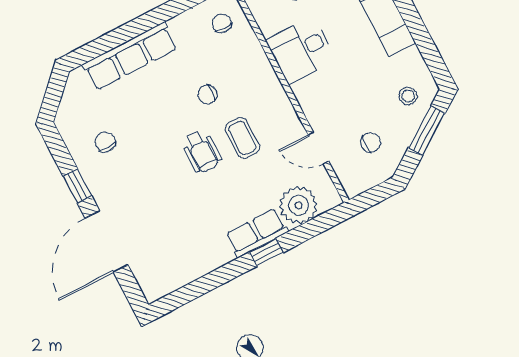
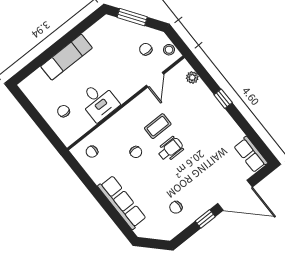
stool: (408, 96) -> (169, 50), moved
plant: (298, 205) -> (192, 77), width x0.53, depth x0.53
row of seats: (257, 233) -> (251, 154), moved

